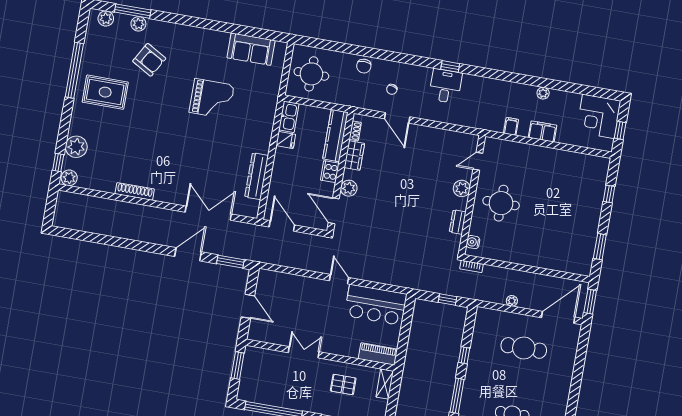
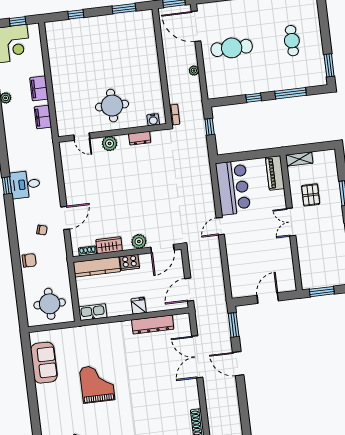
filing cabinet: (511, 126) -> (43, 117), width x2.00
fridge: (286, 140) -> (139, 306), moved
cafe table: (524, 348) -> (232, 48), turned 90
double door: (304, 352) -> (291, 222), moved

